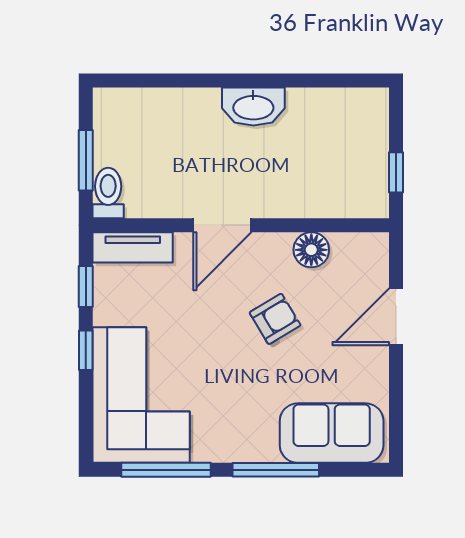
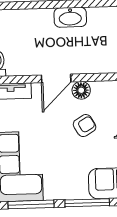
floor lamp: (311, 250) -> (81, 90), moved

